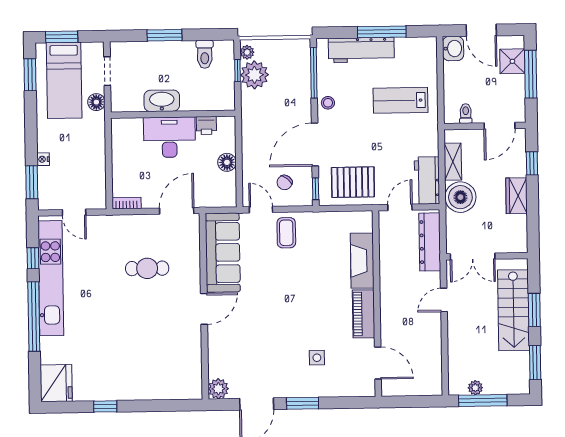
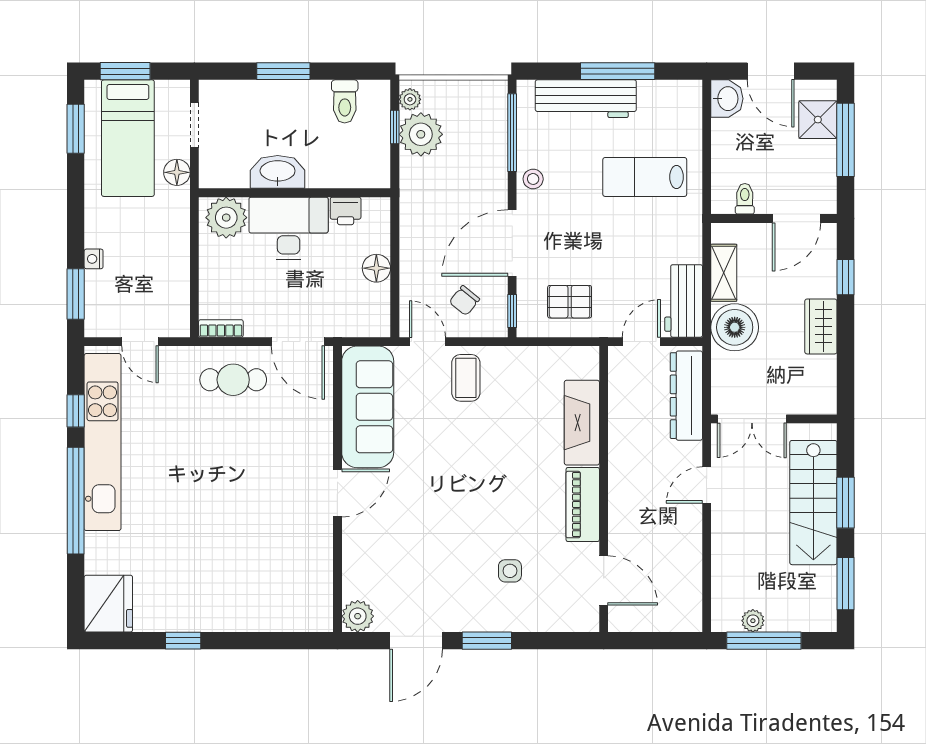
plant: (129, 131) -> (226, 218), added
pallet: (353, 182) -> (570, 302), width x0.67, depth x0.71
door: (177, 211) -> (298, 342), swing flipped
cafe table: (147, 268) -> (233, 380), moved

